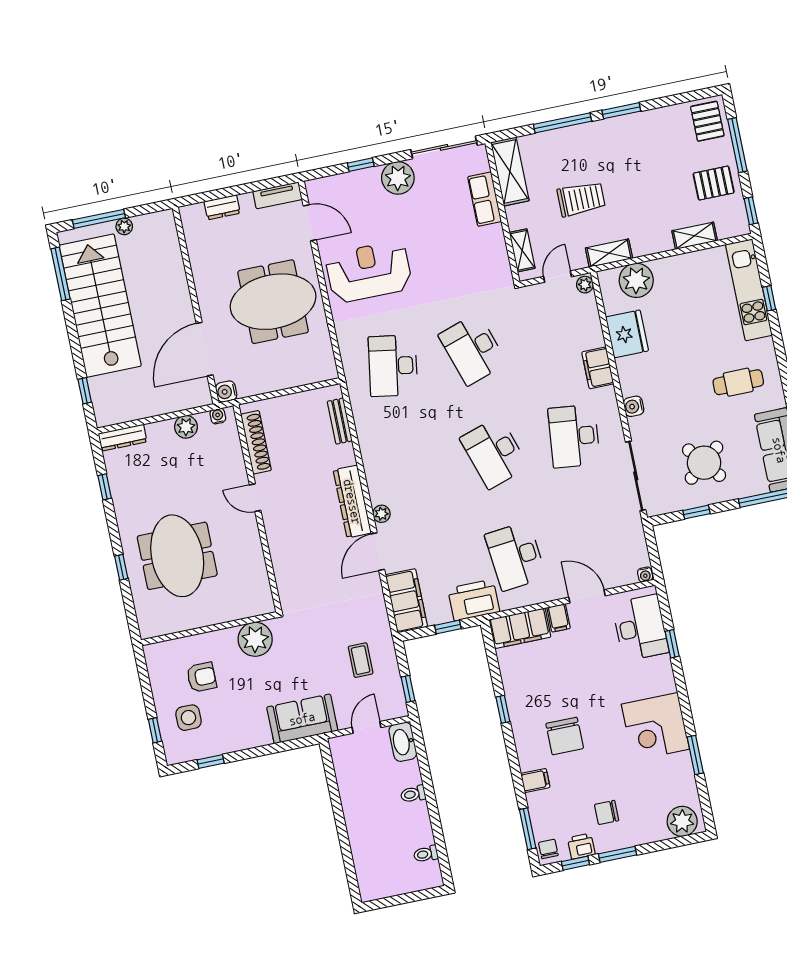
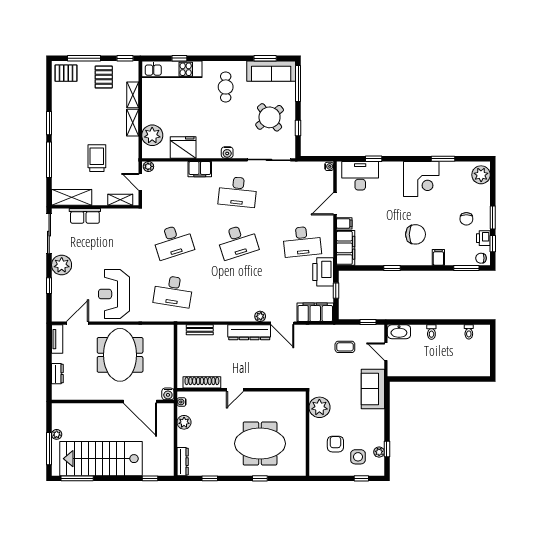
shelving: (609, 253) -> (133, 123), moved
plant: (203, 750) -> (379, 452), added

